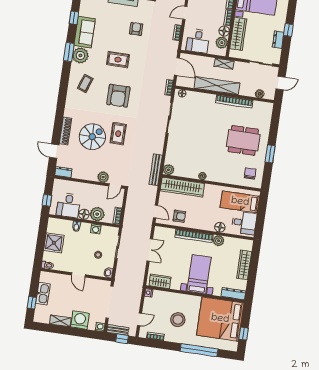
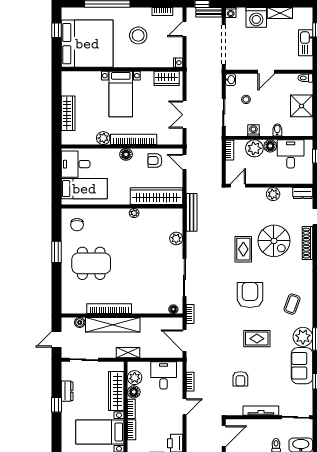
shelving: (217, 86) -> (113, 325), moved
spiral stairs: (92, 137) -> (274, 241), turned -90
plant: (169, 170) -> (176, 238), moved
plant: (103, 177) -> (273, 194), moved
floor lamp: (220, 227) -> (126, 154), moved
door: (78, 275) -> (266, 72), swing flipped
dresser: (234, 294) -> (76, 77), removed

